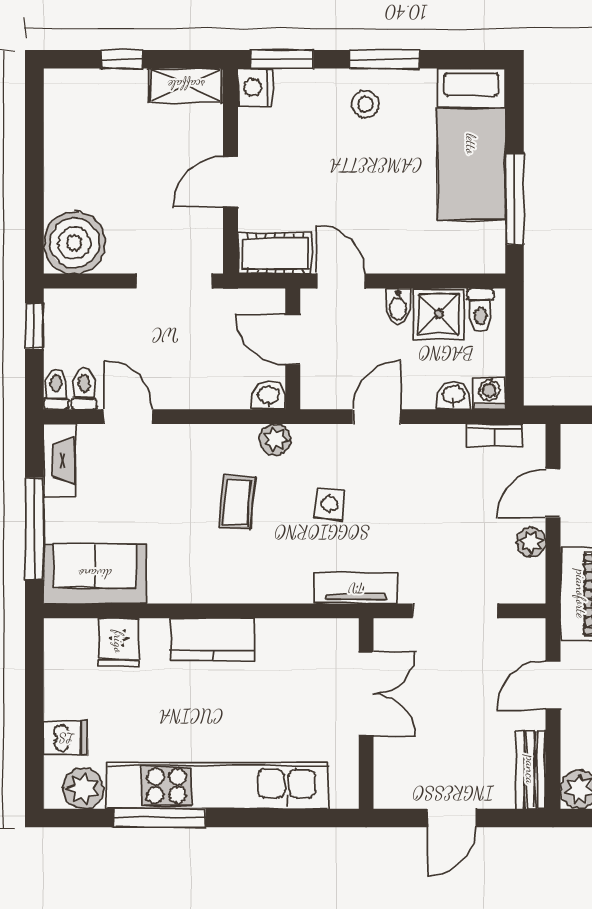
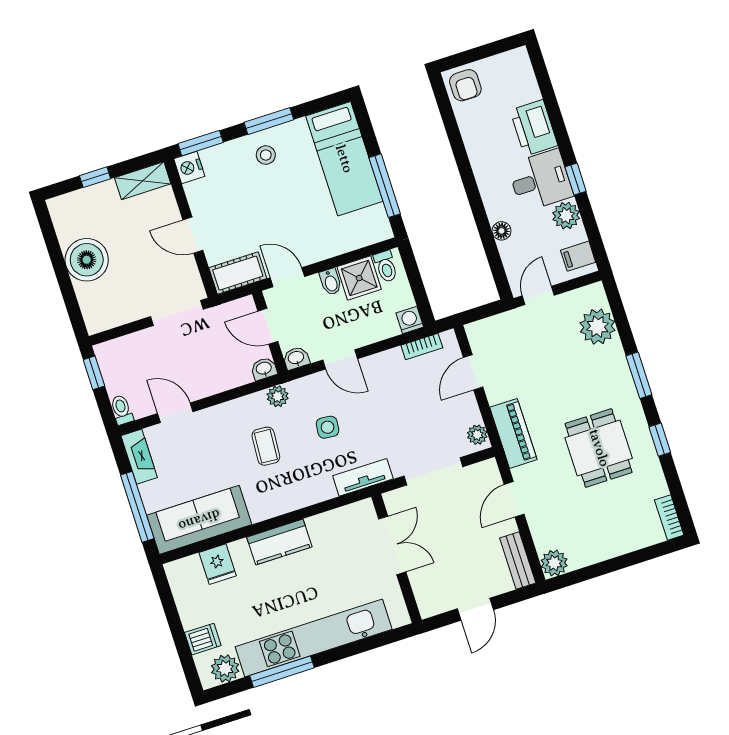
door: (230, 182) -> (193, 235), hinge flipped
boiler: (74, 243) -> (87, 260), moved
toilet: (84, 389) -> (140, 404), removed
washbasin: (453, 395) -> (296, 358), moved
door: (377, 417) -> (340, 359), swing flipped
plant: (531, 542) -> (477, 435), moved
sofa: (95, 574) -> (199, 520), width x1.36

